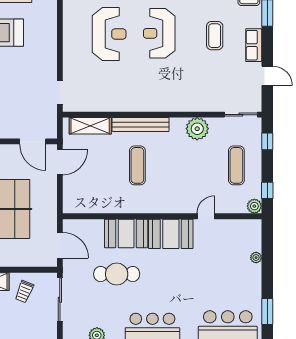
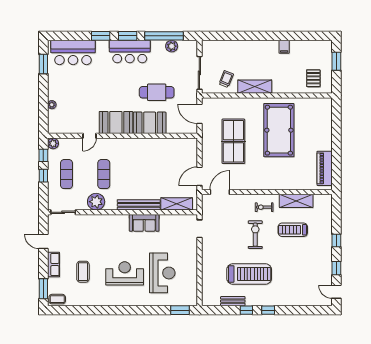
reception desk: (159, 33) -> (125, 273), turned -90
reception desk: (109, 34) -> (162, 273), turned 180
sofa: (133, 100) -> (144, 223), added
door: (33, 141) -> (220, 192), hinge flipped
window: (267, 141) -> (43, 176), moved
exercise mat: (137, 165) -> (104, 174), moved

